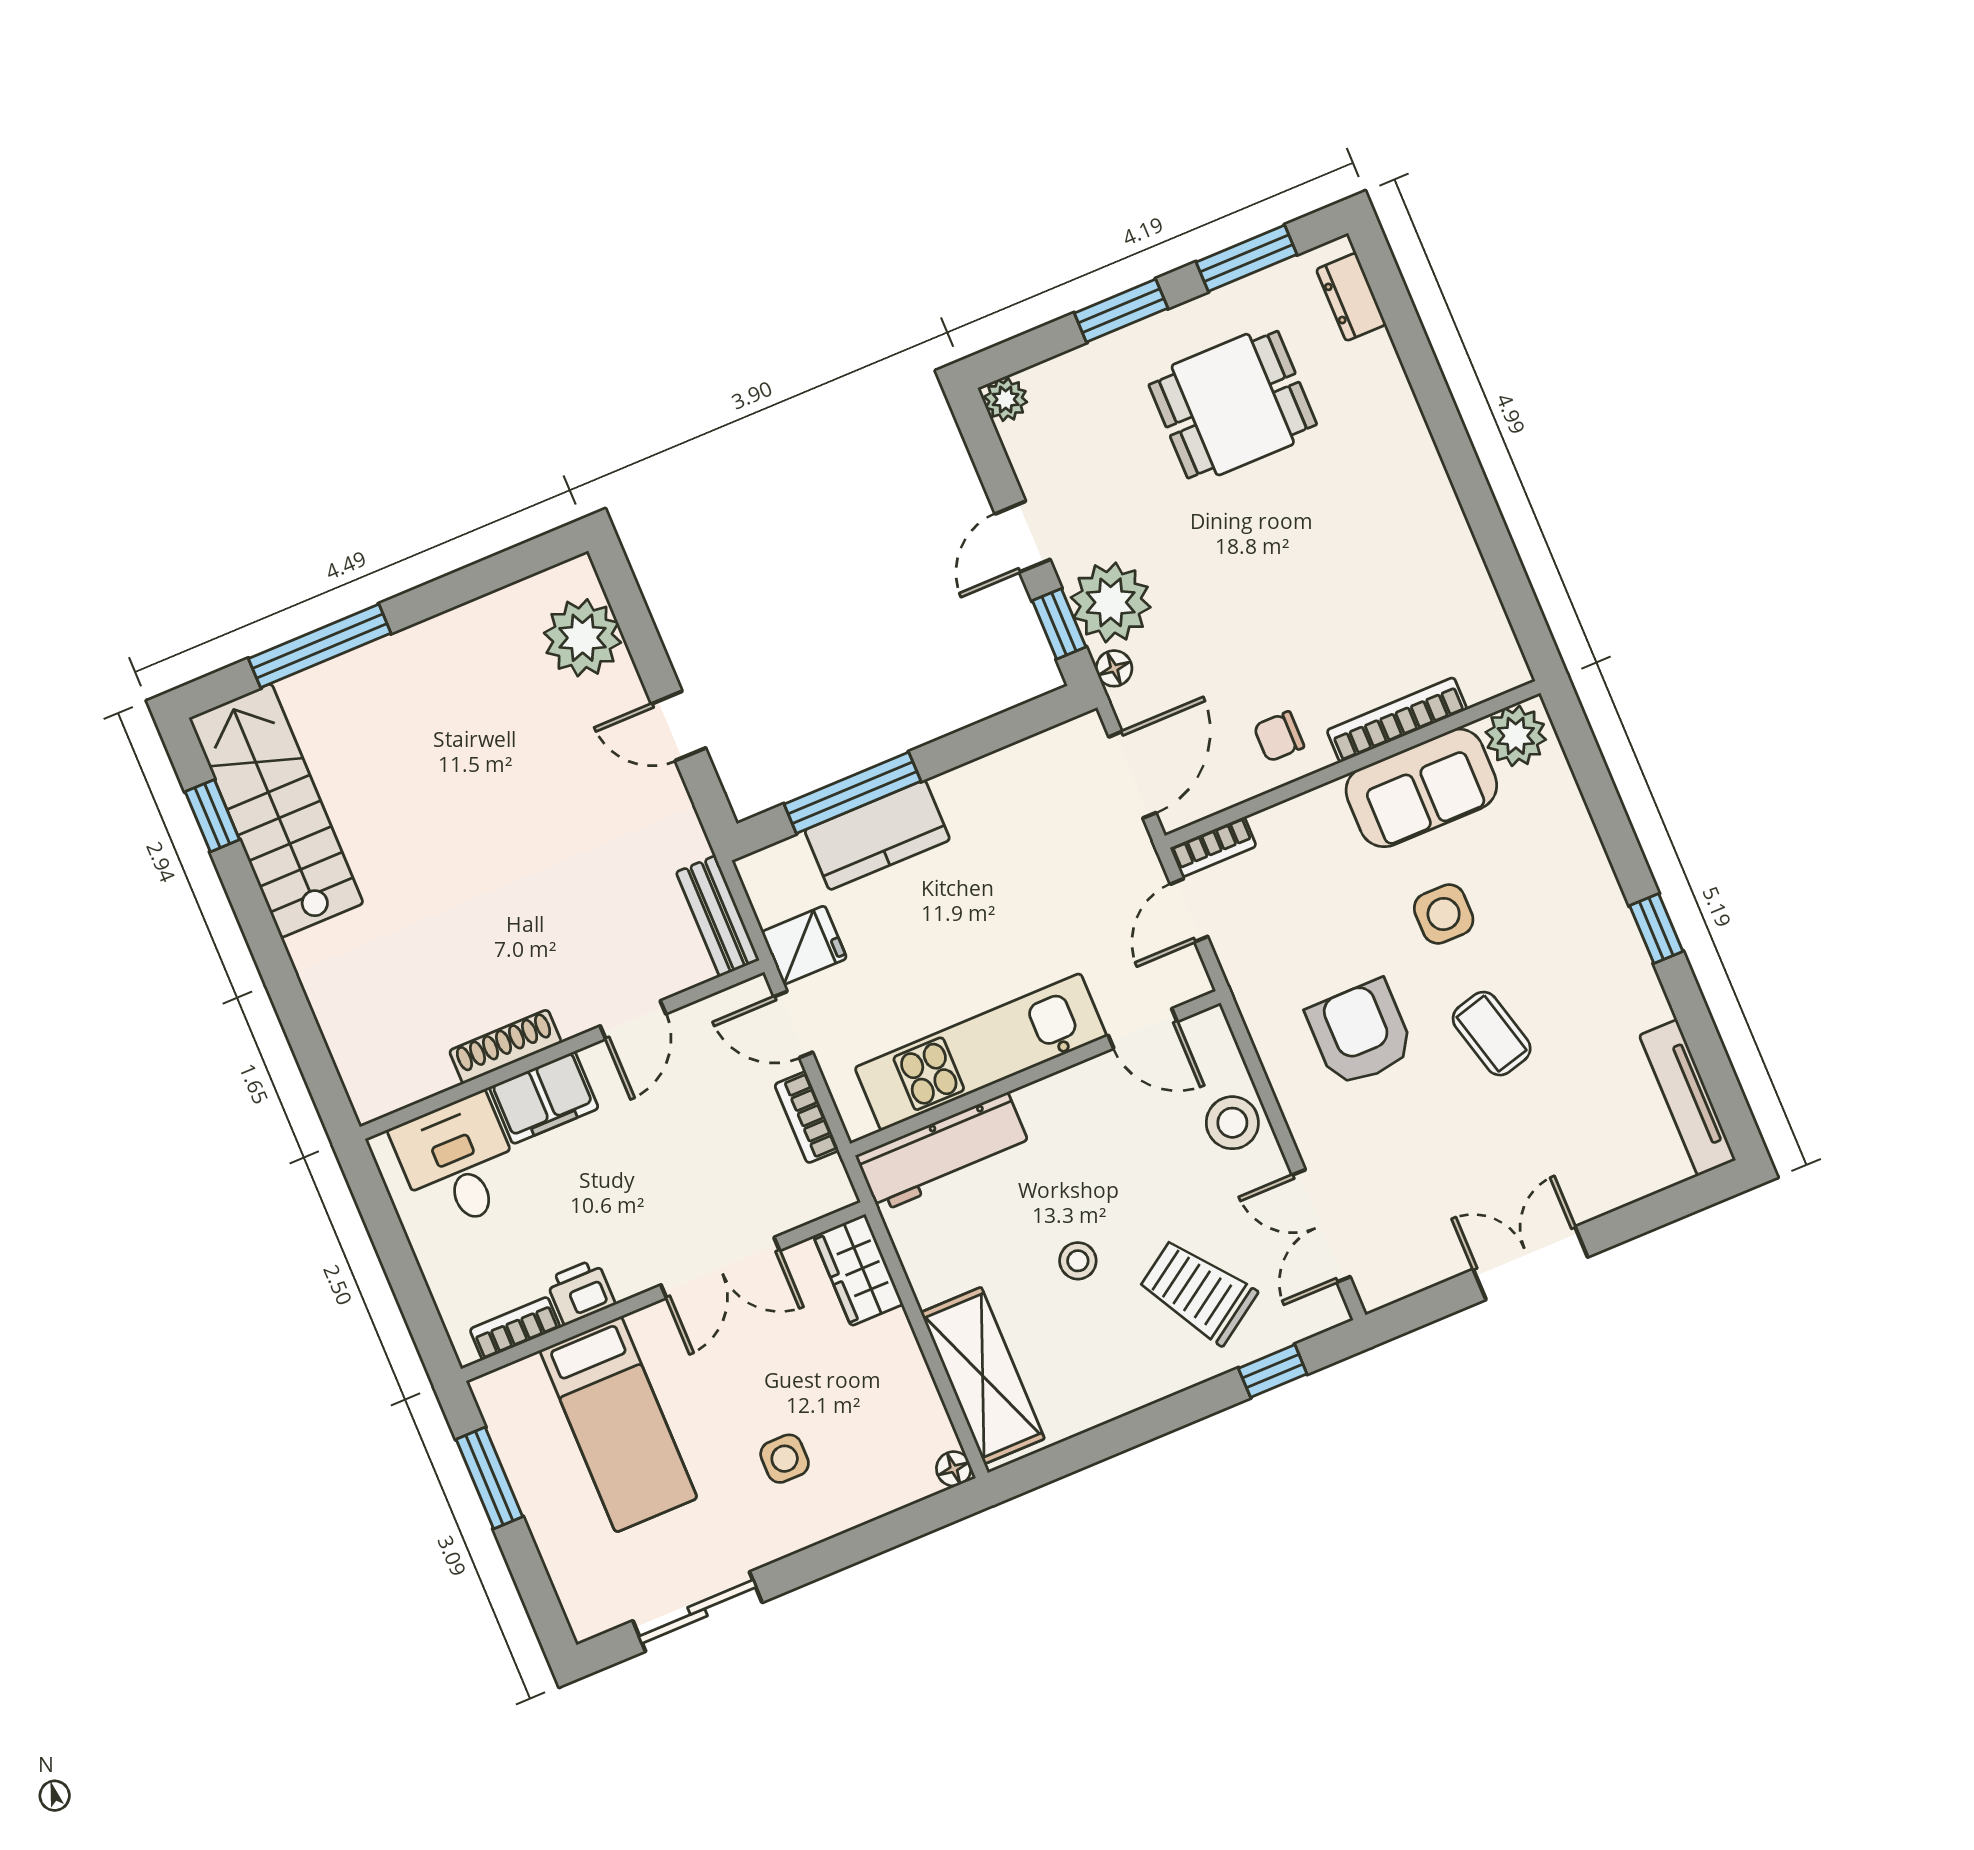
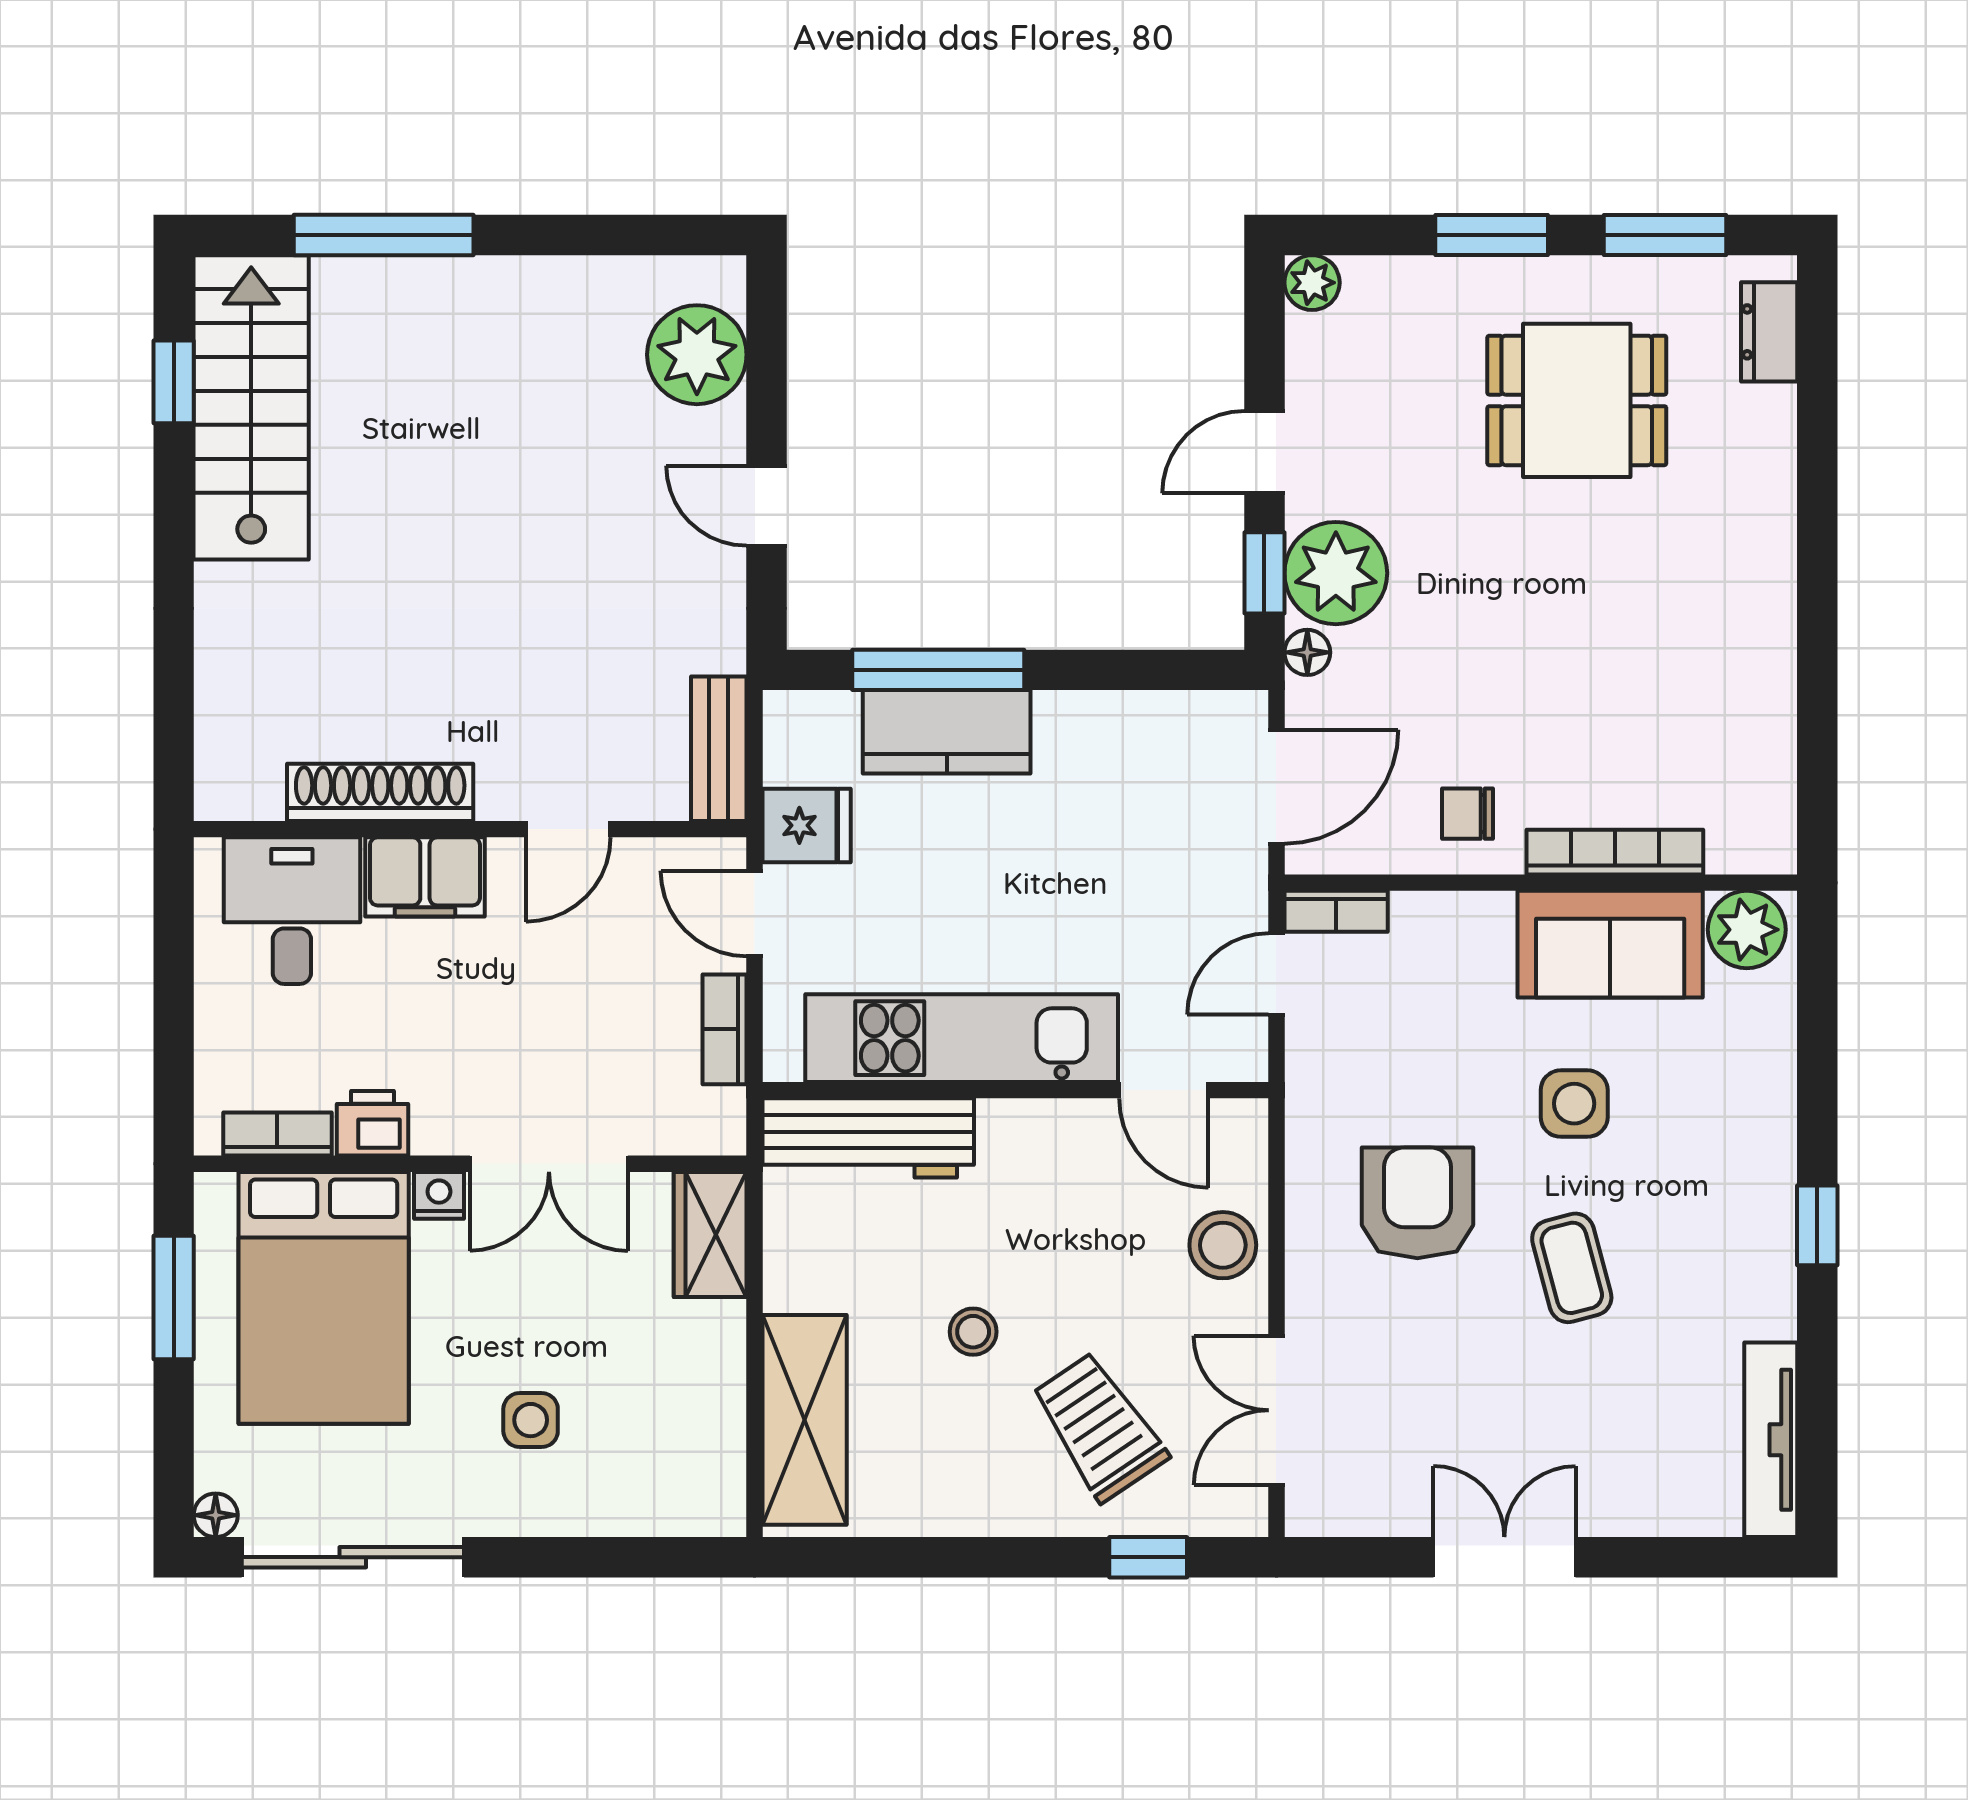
shoe rack: (505, 1047) -> (380, 792), width x1.36, depth x1.24
nightstand: (650, 1324) -> (439, 1195), added
bed: (618, 1424) -> (324, 1298), width x1.50
floor lamp: (954, 1469) -> (216, 1515), moved
sliding door: (697, 1612) -> (353, 1557), width x1.37

